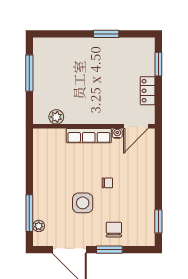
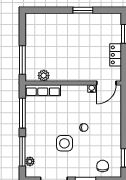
window: (29, 73) -> (22, 60), moved
row of seats: (89, 136) -> (43, 90), moved
window: (29, 165) -> (22, 113), added
chair: (114, 230) -> (103, 166), moved

